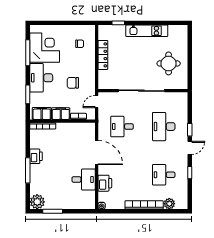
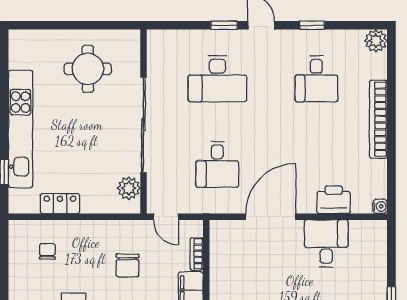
kitchen unit: (147, 31) -> (21, 129), width x1.36
locker: (103, 55) -> (60, 204), width x0.66
plant: (110, 83) -> (129, 188), added
plant: (169, 204) -> (376, 41), moved

